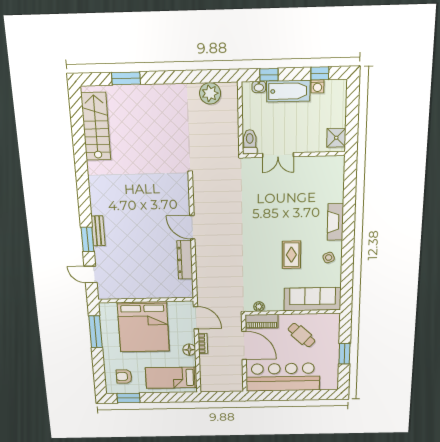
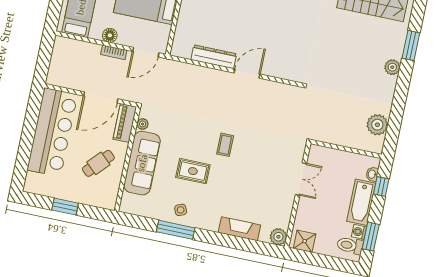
window: (320, 73) -> (371, 237), width x1.50
plant: (152, 92) -> (392, 67), added
toilet: (250, 142) -> (350, 245), moved, turned 180
double door: (278, 155) -> (301, 179), swing flipped
plant: (337, 164) -> (278, 237), added
fireplace: (335, 222) -> (239, 229), moved
coffee table: (262, 232) -> (225, 145), added
window: (348, 258) -> (176, 230), added
sofa: (313, 299) -> (142, 163), moved

